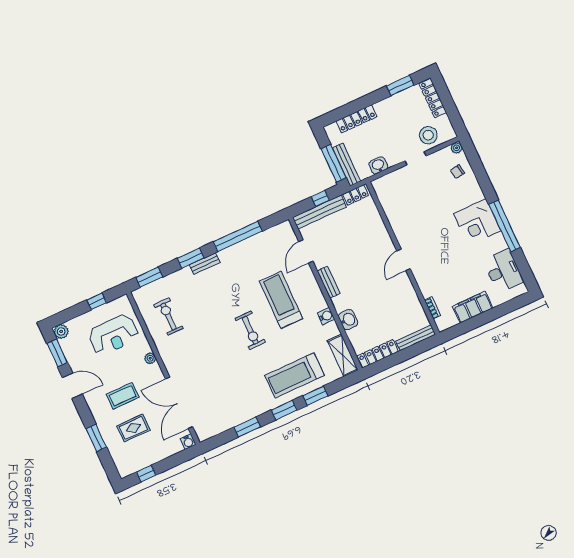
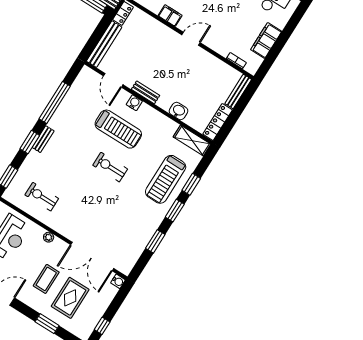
window: (320, 198) -> (98, 33), removed
filing cabinet: (398, 226) -> (170, 16), added
door: (404, 260) -> (191, 39), swing flipped
treadmill: (281, 300) -> (118, 129), turned 180
water cooler: (326, 316) -> (134, 103), moved
exercise bike: (250, 330) -> (110, 167), turned 180
rug: (133, 428) -> (70, 298), width x1.36, depth x1.43

